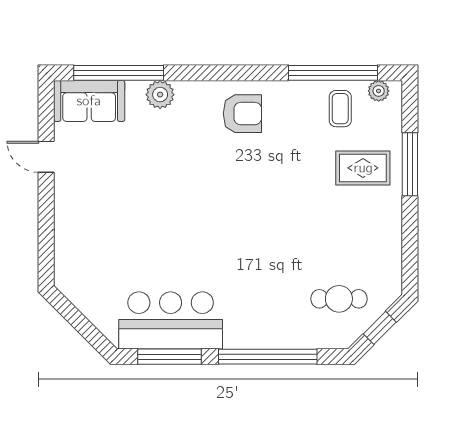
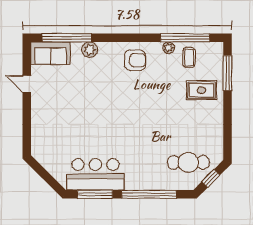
plant: (379, 91) -> (169, 48), moved
window: (410, 164) -> (227, 73), moved
cafe table: (339, 299) -> (188, 162), width x1.37, depth x1.35

